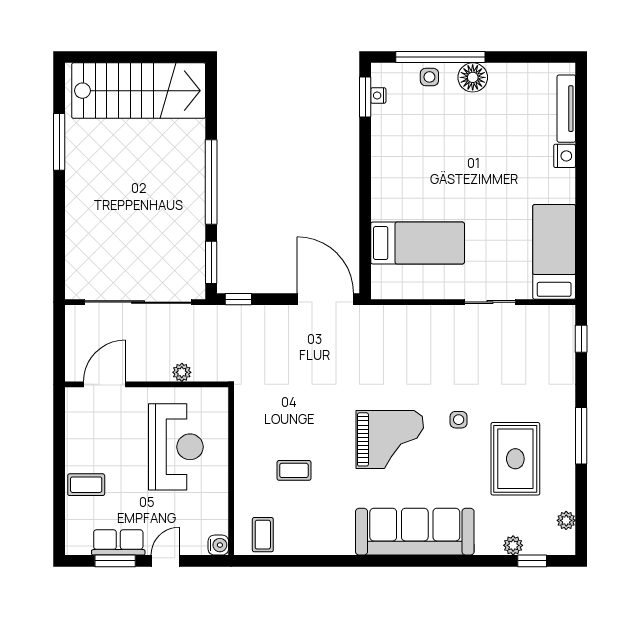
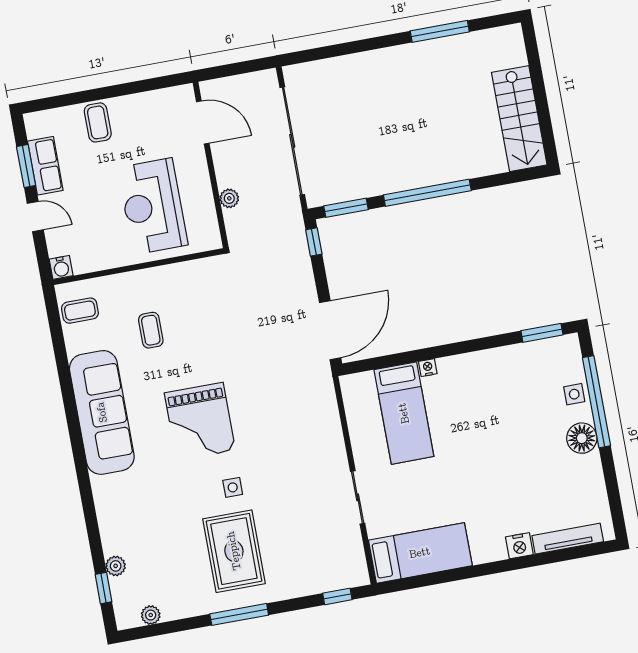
stairs: (139, 91) -> (519, 119), width x0.73, depth x0.66
nightstand: (378, 95) -> (428, 368), moved
reception desk: (176, 447) -> (153, 206), turned 90
rug: (515, 459) -> (234, 551), moved, turned 90
sofa: (415, 532) -> (102, 412), moved

